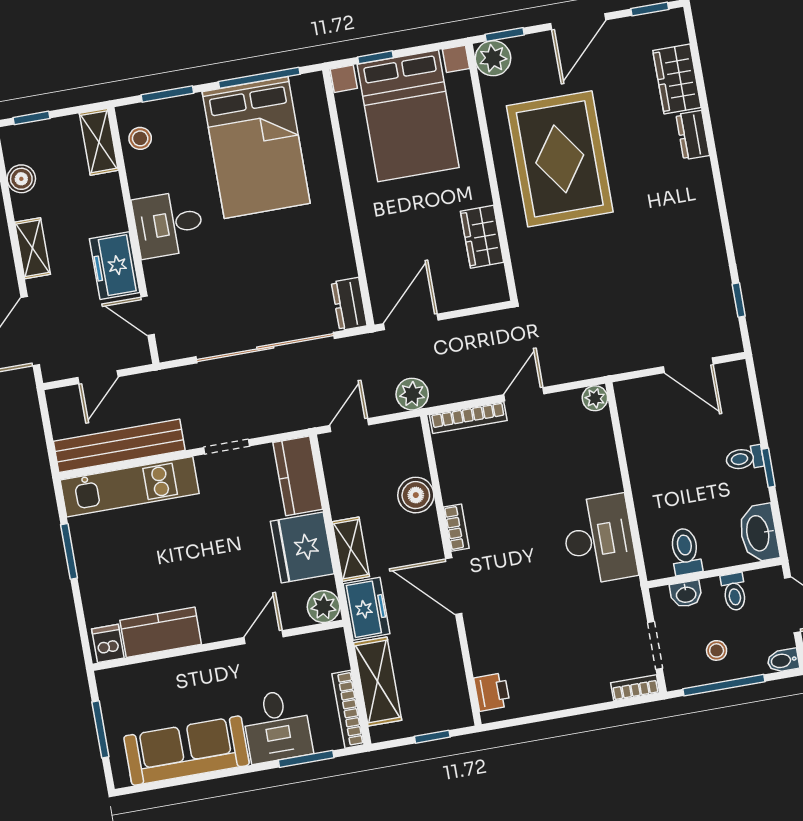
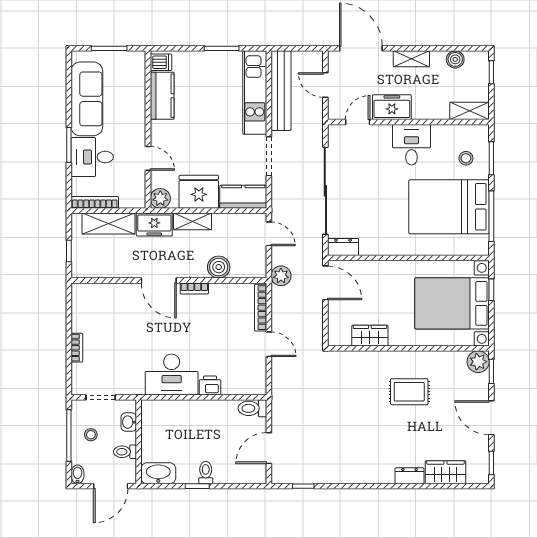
stool: (140, 138) -> (466, 158), moved
rug: (560, 159) -> (409, 392), width x0.54, depth x0.49
plant: (595, 398) -> (259, 387), removed
doorway: (227, 447) -> (269, 156), width x1.38
toilet: (685, 551) -> (252, 408), moved, turned 180
door: (454, 586) -> (159, 280), swing flipped
bookcase: (635, 688) -> (77, 348), moved
printer: (492, 692) -> (210, 386), moved, turned 180
window: (306, 759) -> (69, 145), moved

